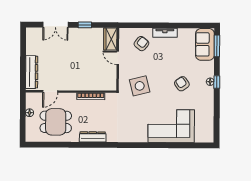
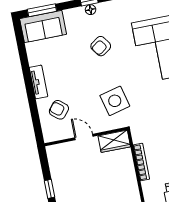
wardrobe: (110, 39) -> (114, 141), moved
door: (118, 58) -> (84, 137), swing flipped

